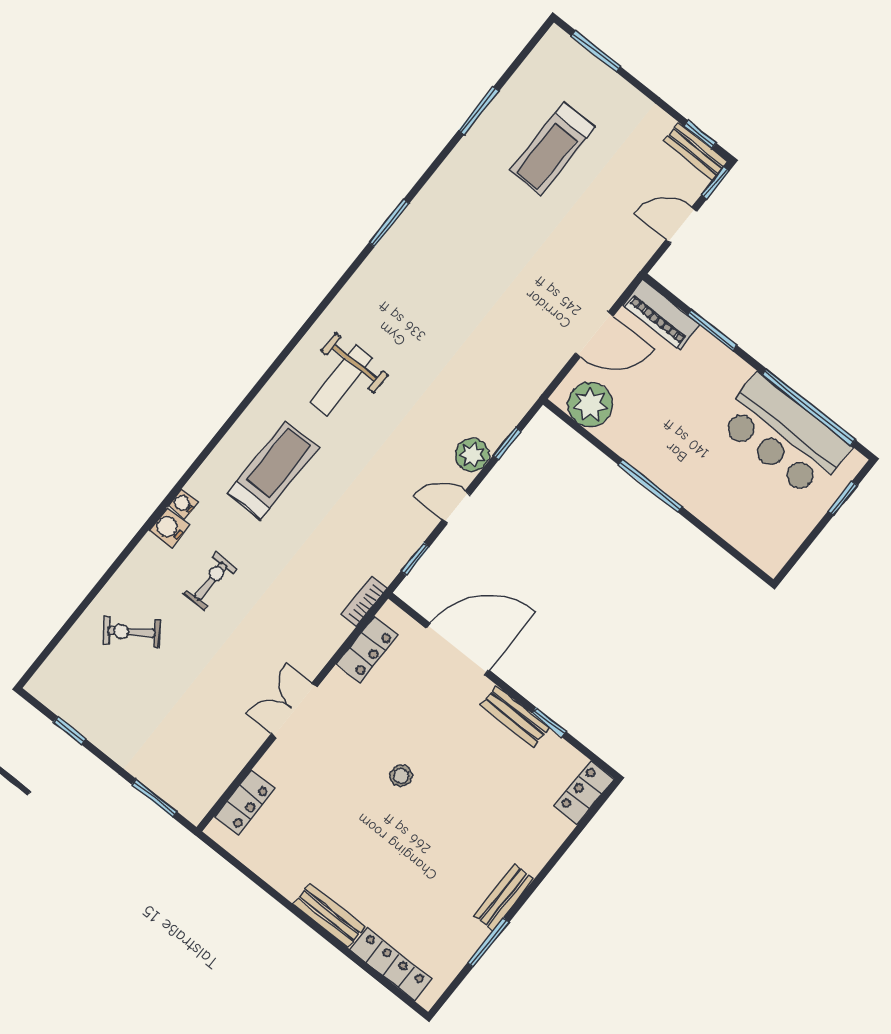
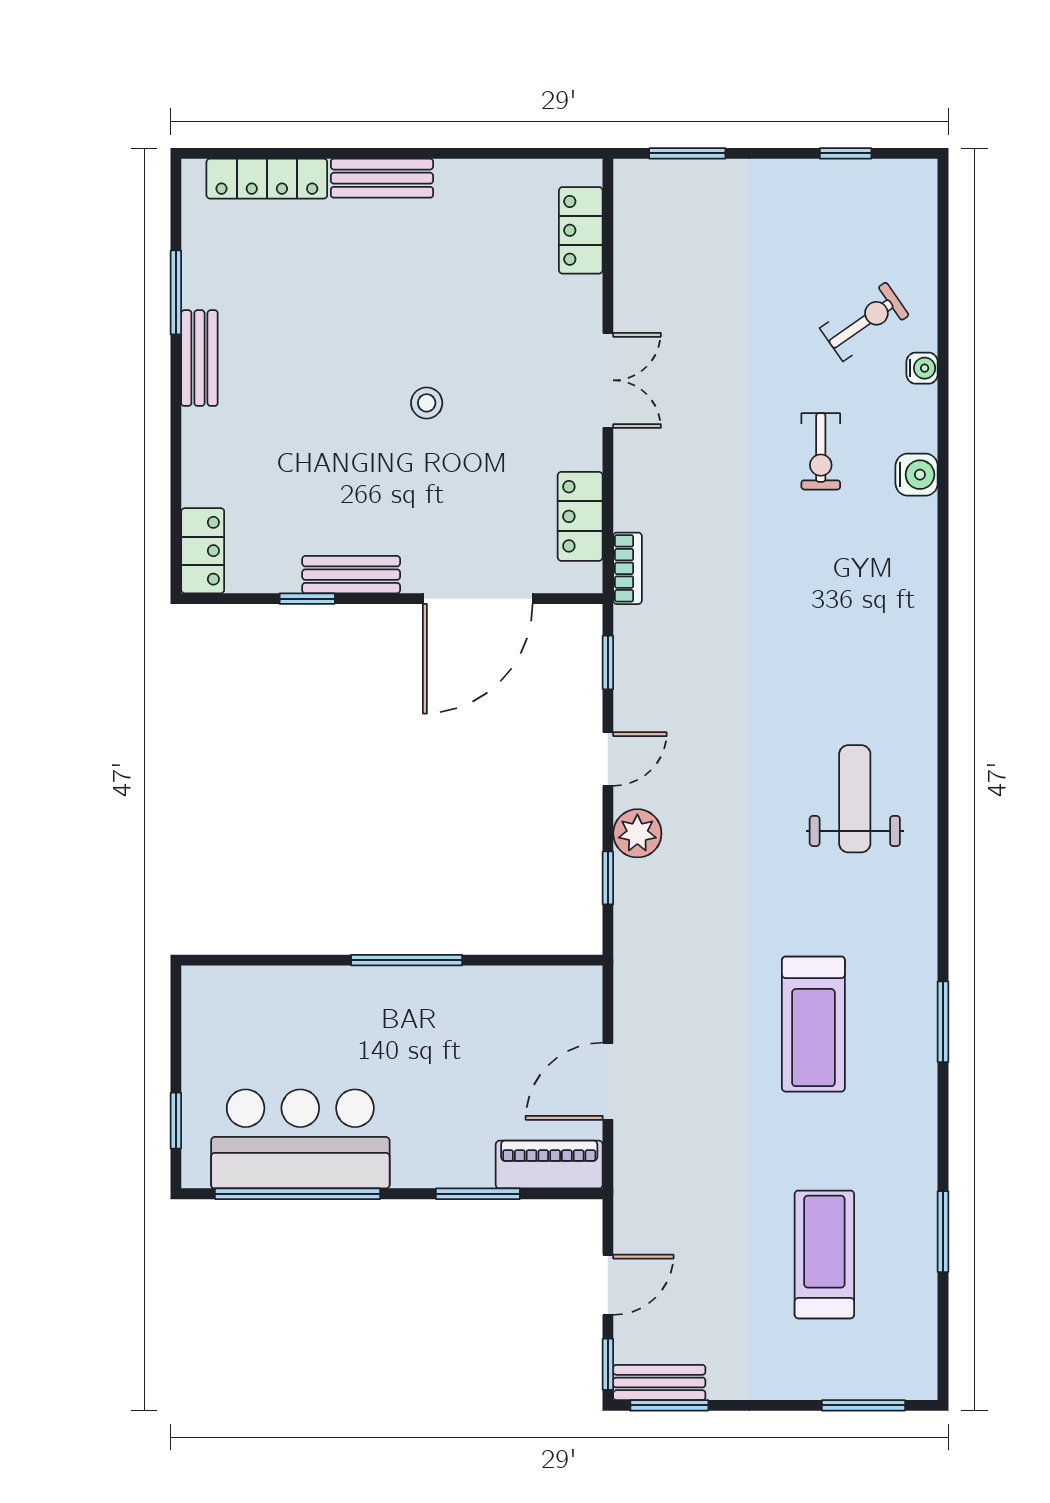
window: (700, 134) -> (669, 1405), width x1.50
plant: (590, 405) -> (549, 998), removed
treadmill: (273, 470) -> (813, 1024), moved
water cooler: (183, 504) -> (922, 368), moved

